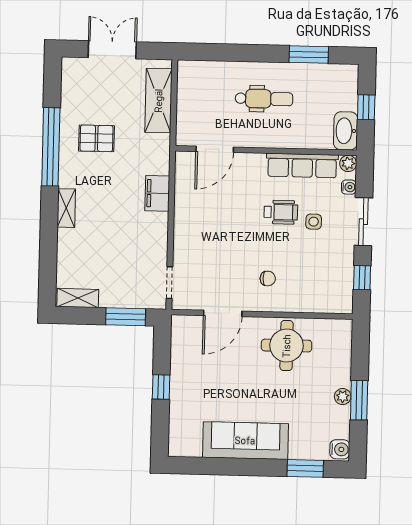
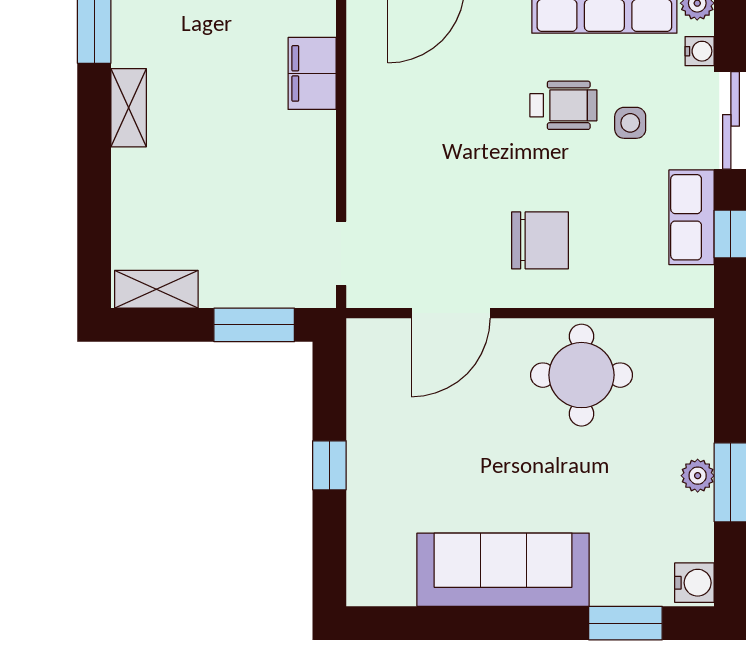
row of seats: (343, 269) -> (692, 217), added
chair: (268, 279) -> (540, 240), width x1.87, depth x1.87

